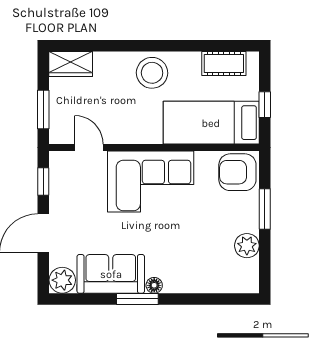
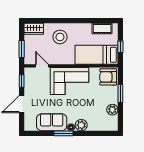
stool: (152, 73) -> (60, 37), moved
plant: (62, 280) -> (81, 125), moved

